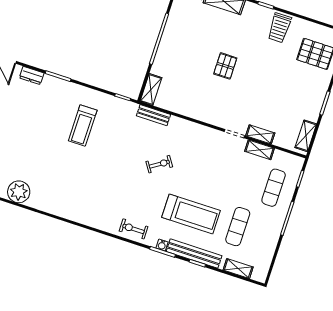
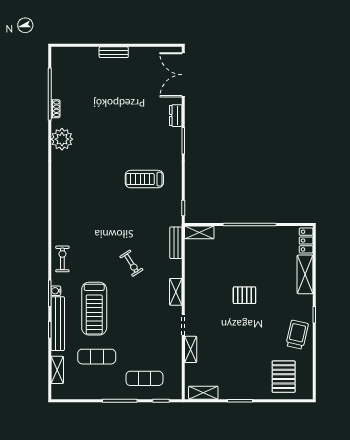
trolley: (279, 28) -> (297, 335), turned 103
shelving: (260, 150) -> (176, 292), moved

